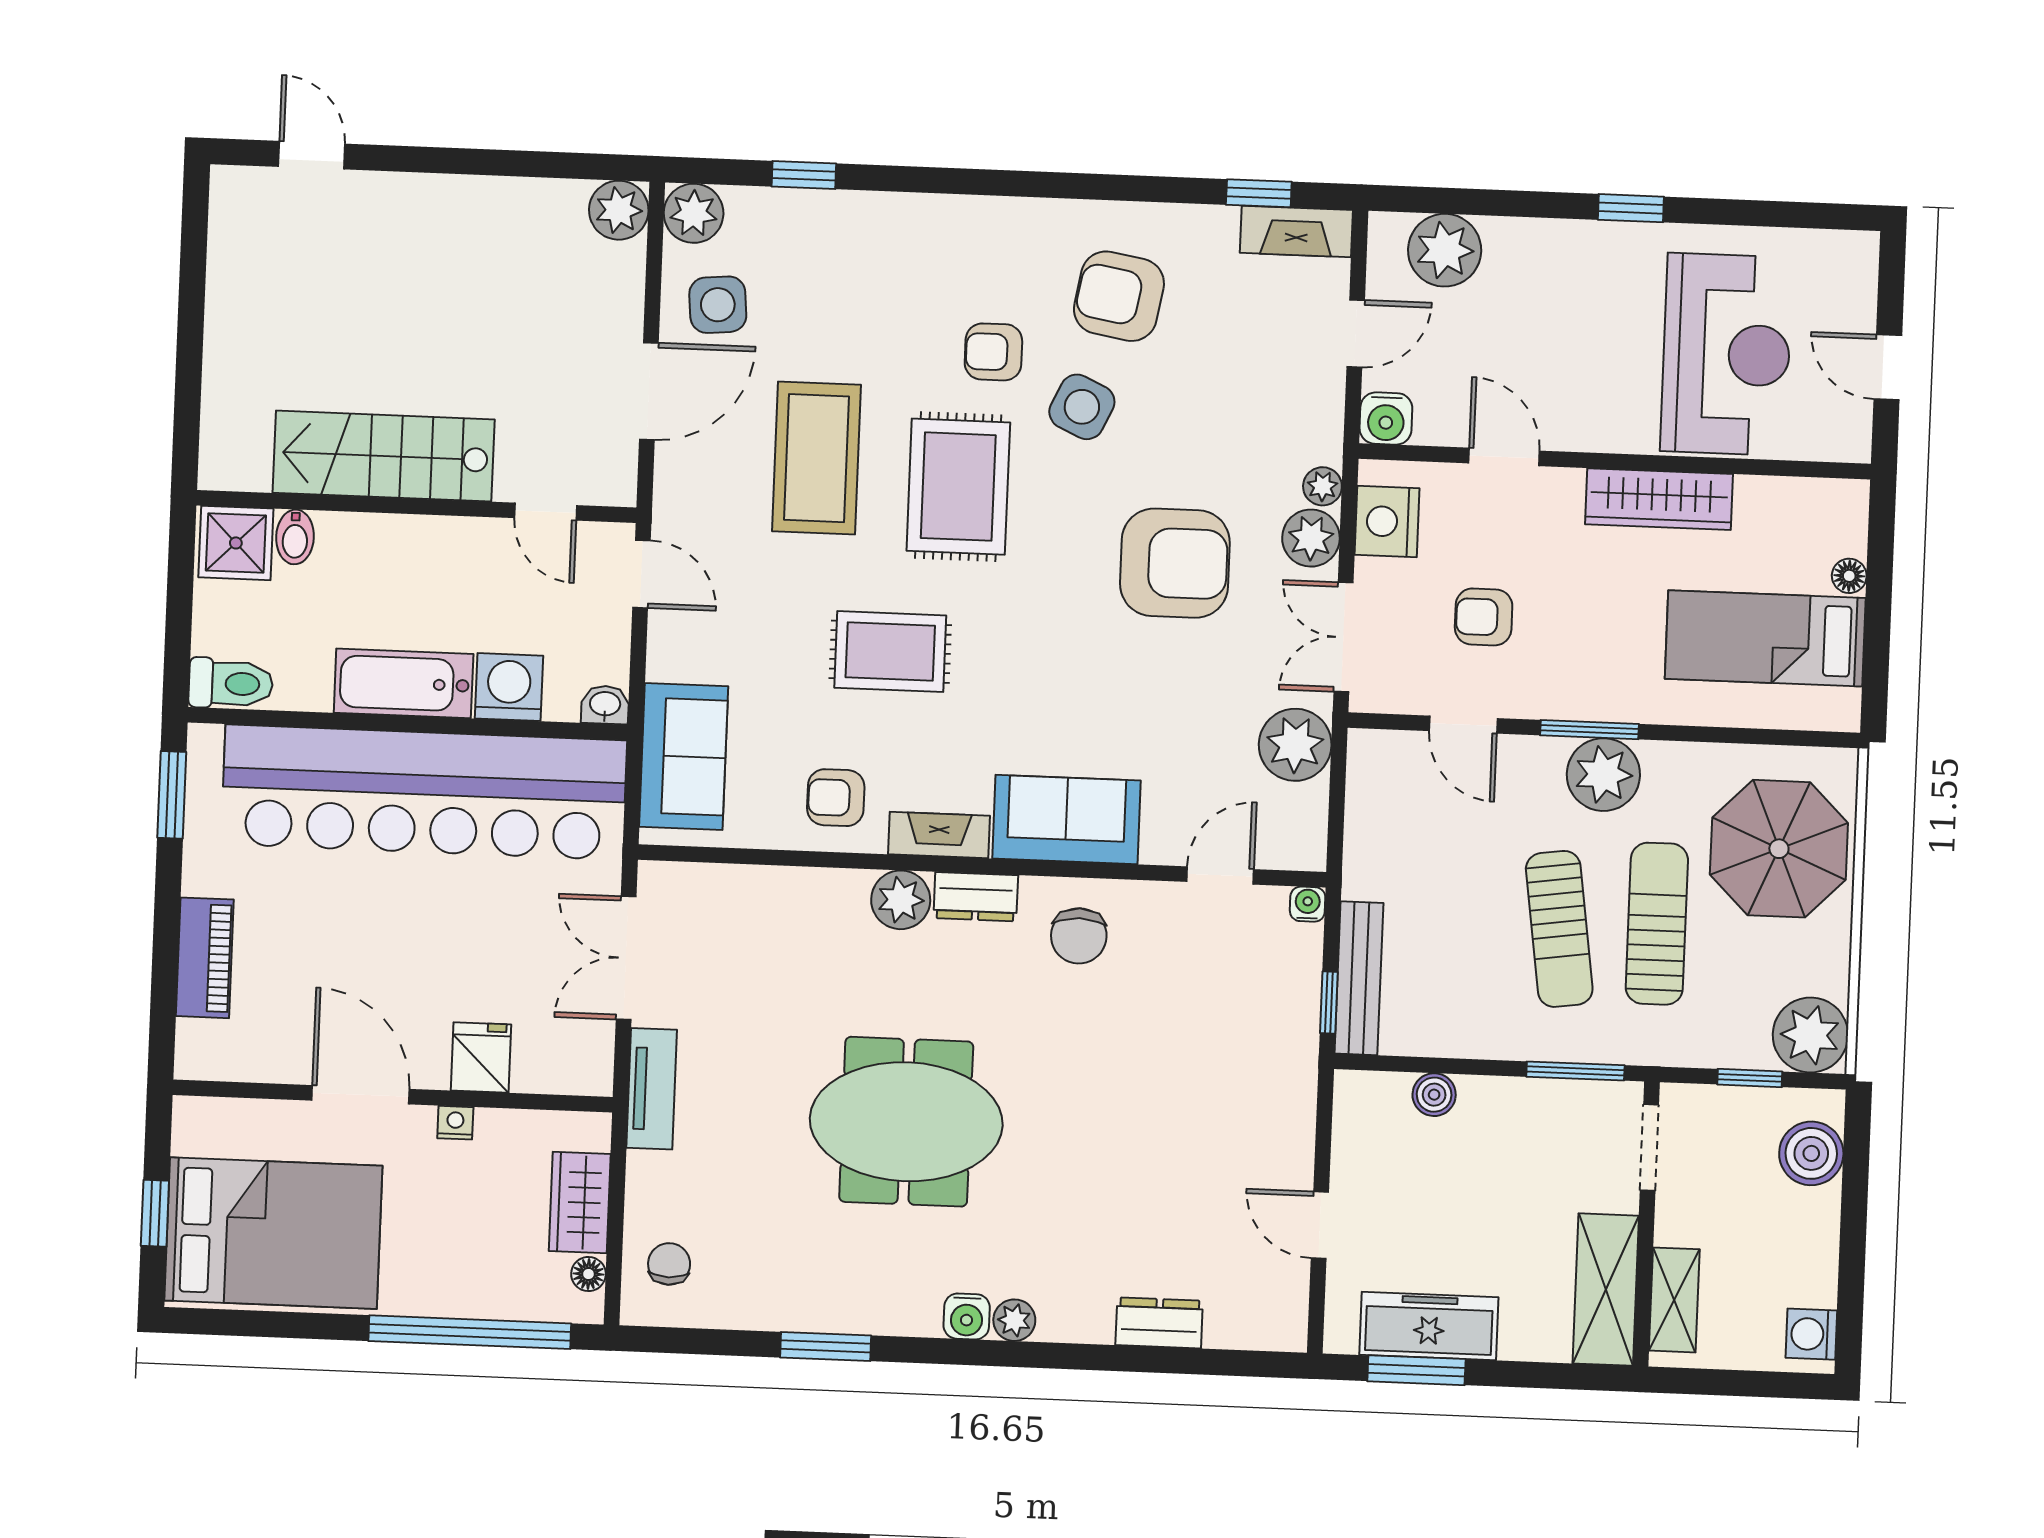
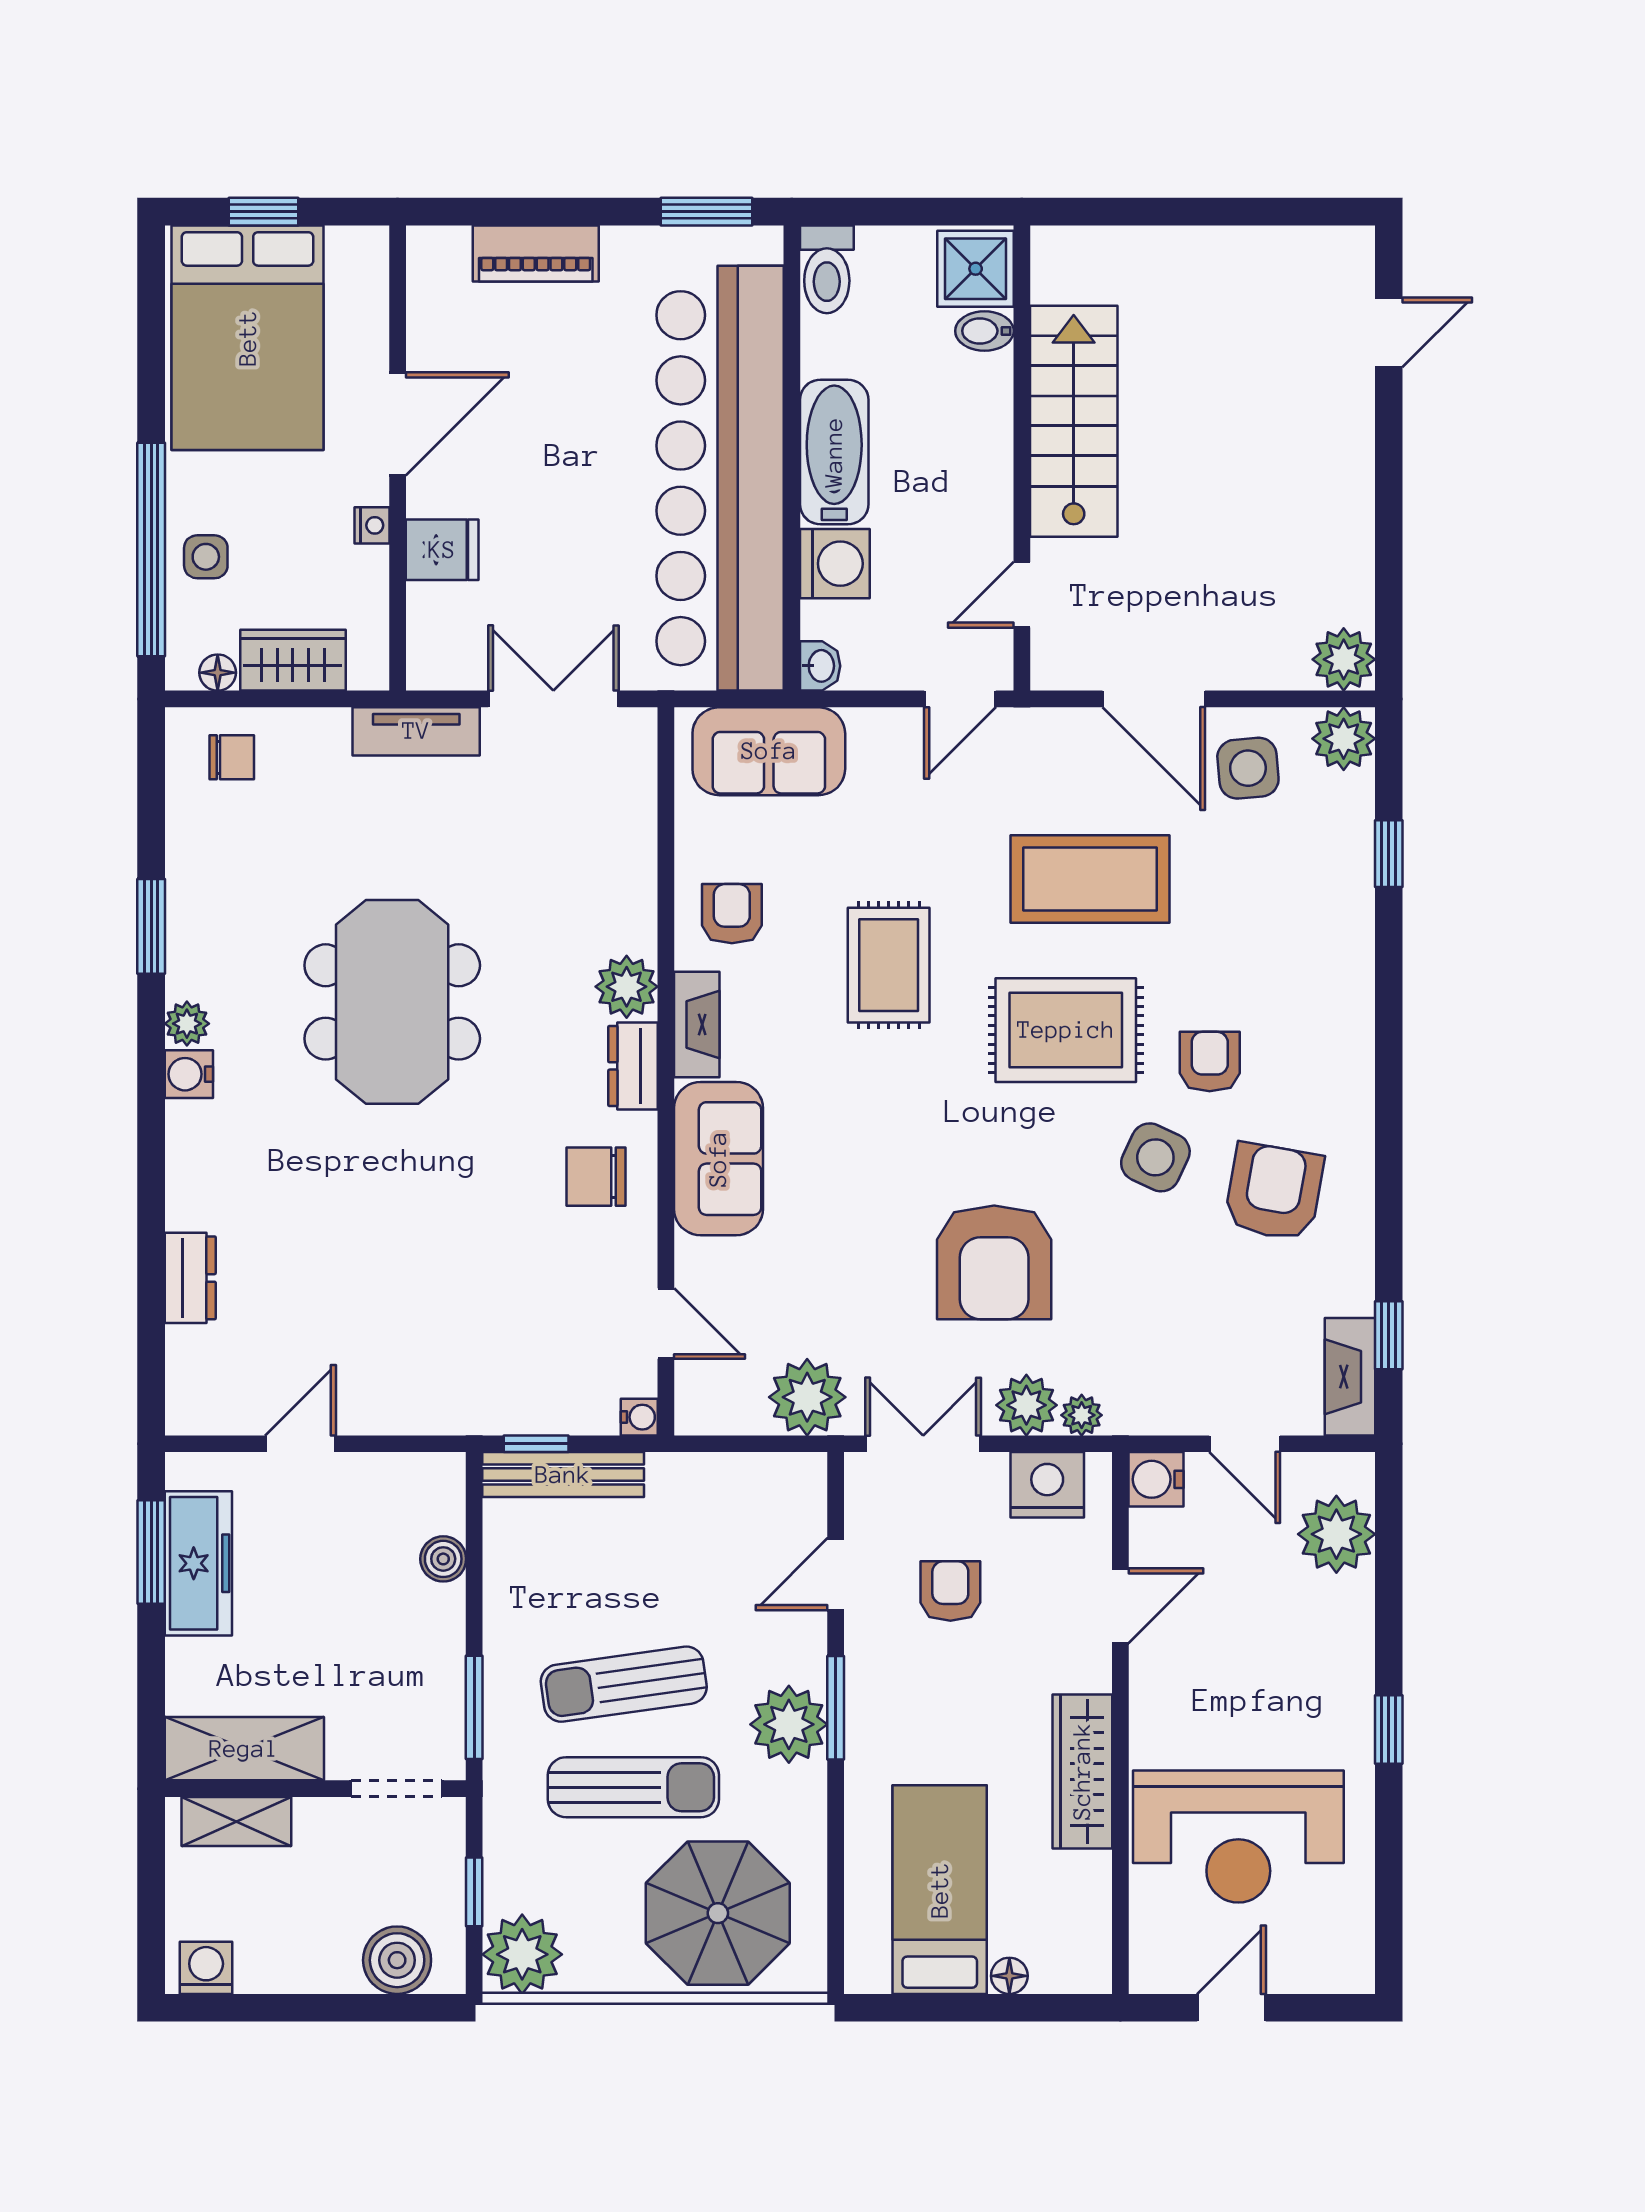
side table: (479, 1281) -> (206, 557), added
plant: (1014, 1320) -> (187, 1024), moved

